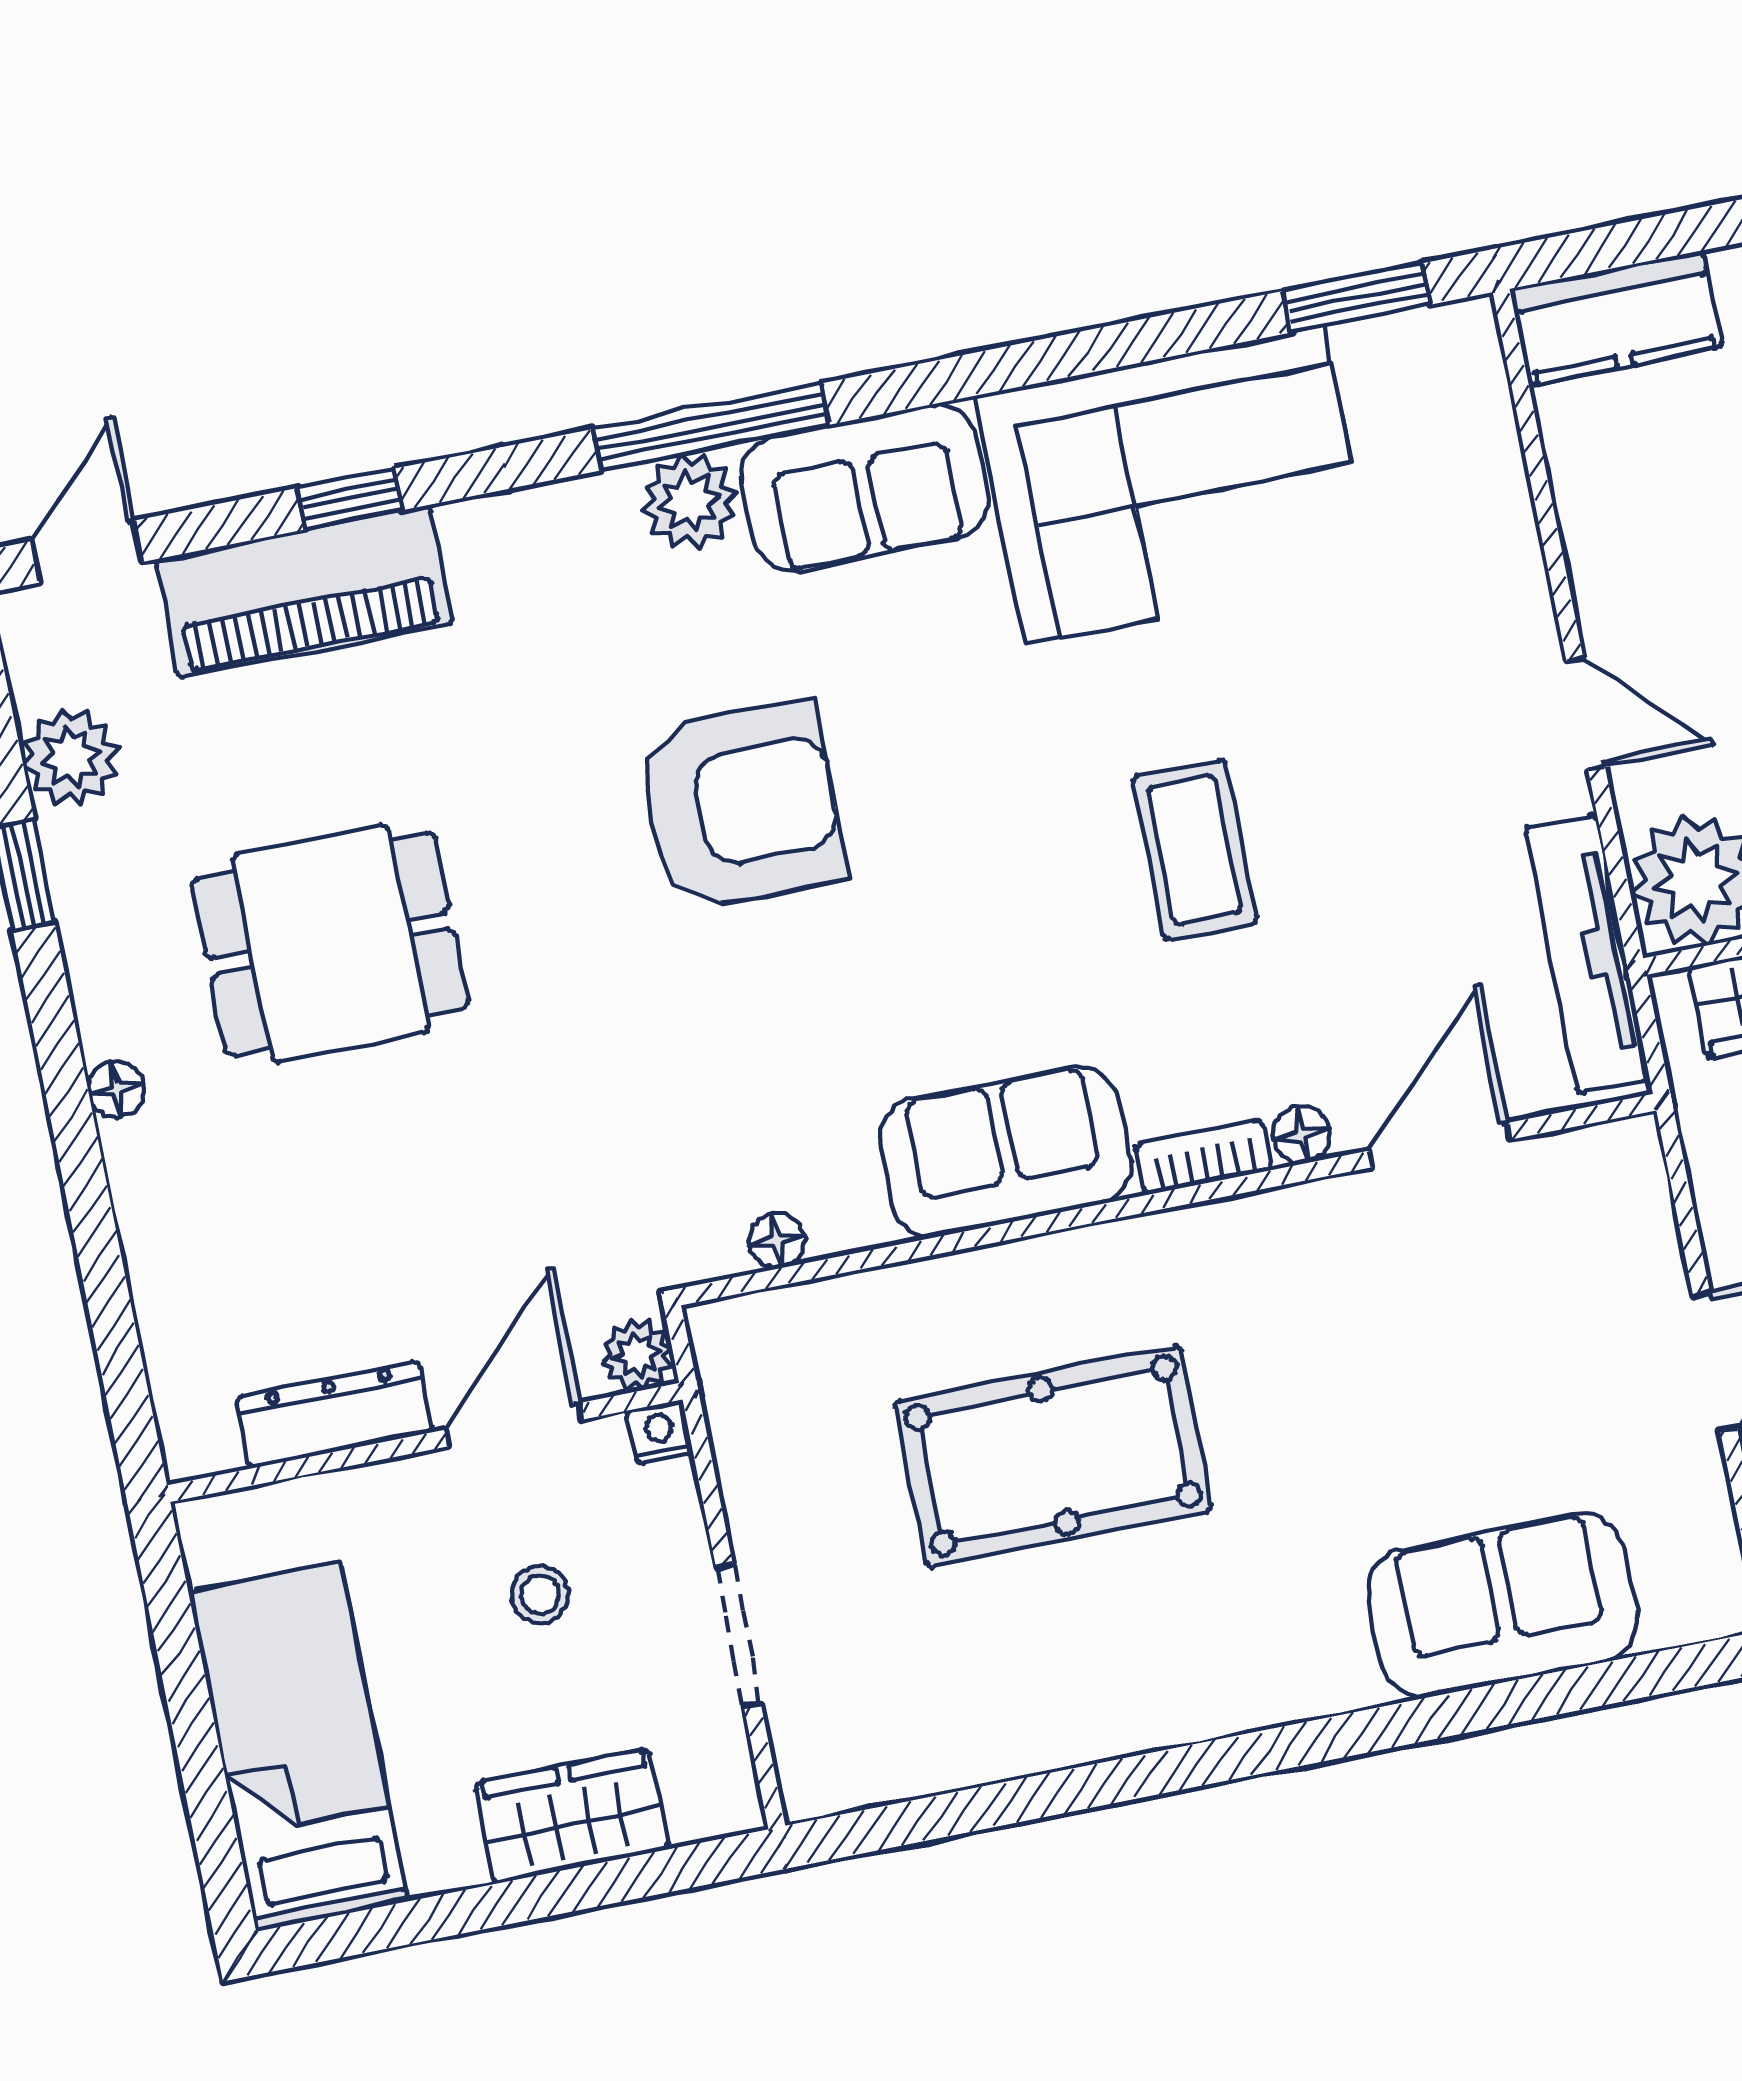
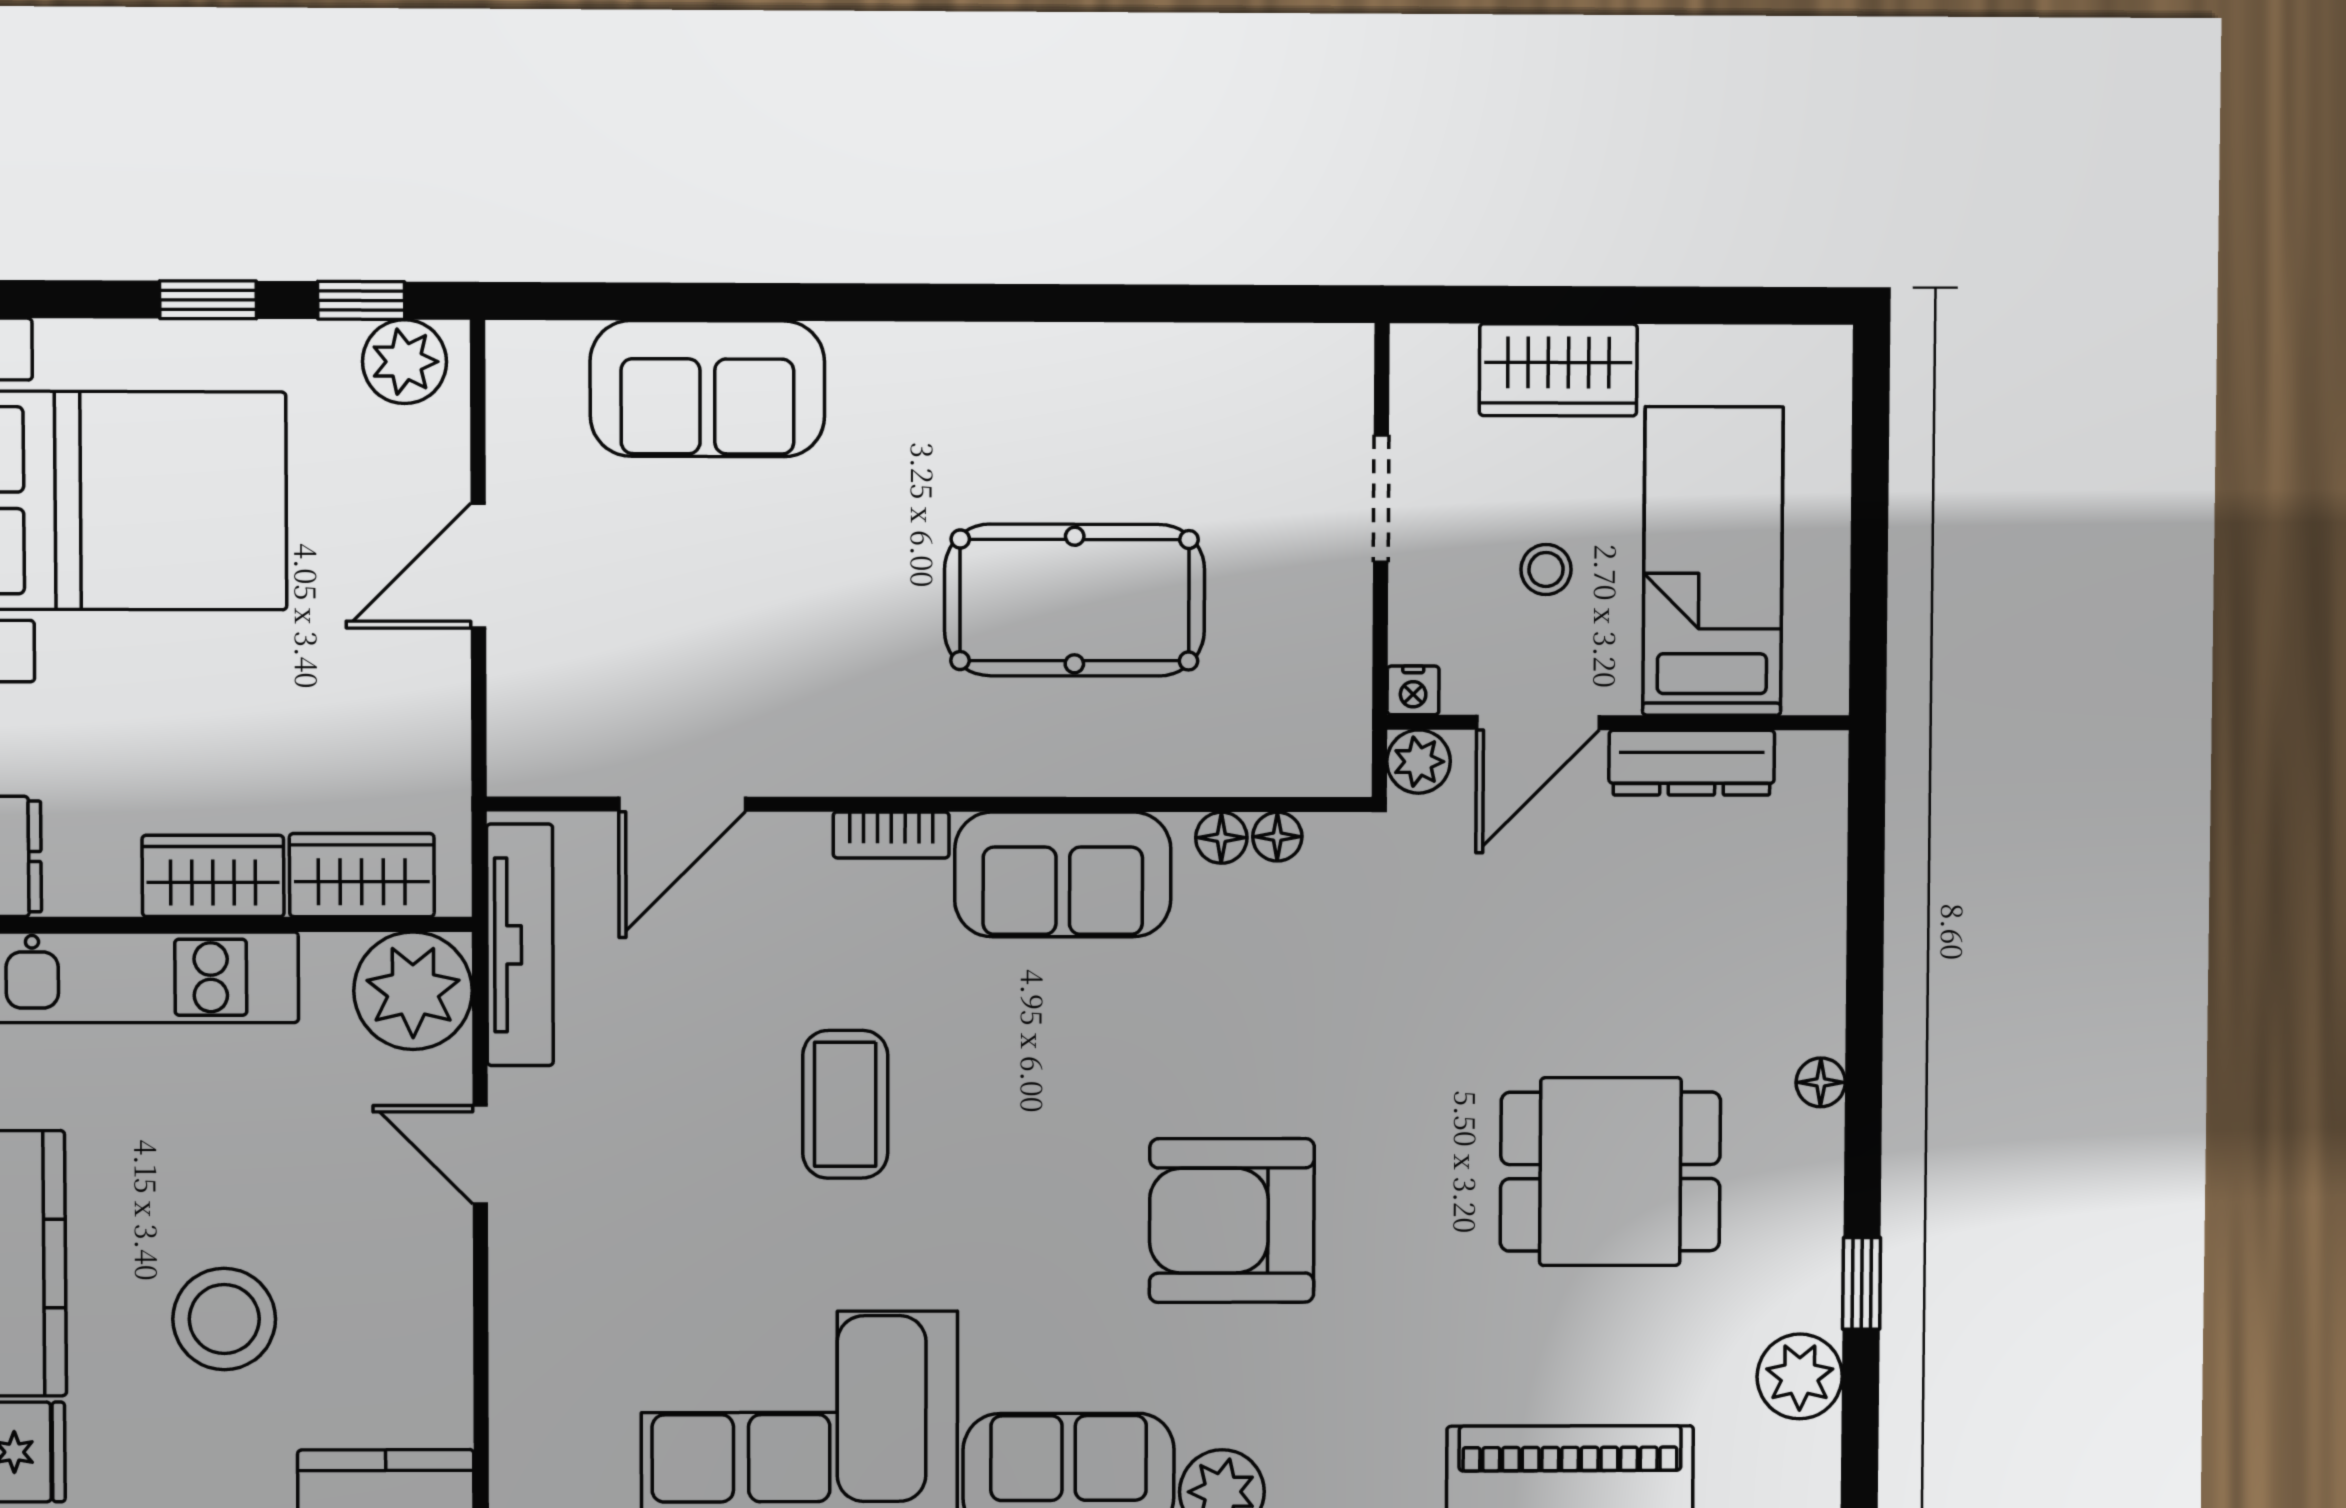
floor lamp: (1301, 1135) -> (1221, 838), moved
bed: (299, 1747) -> (1713, 561), moved, turned 180

